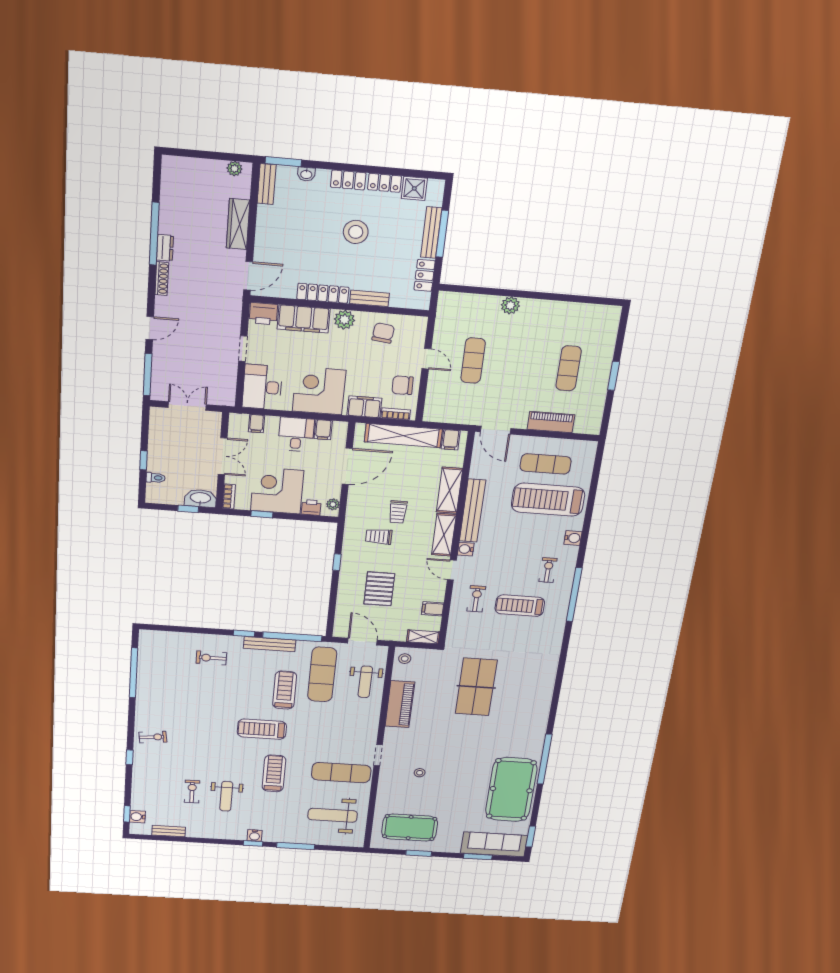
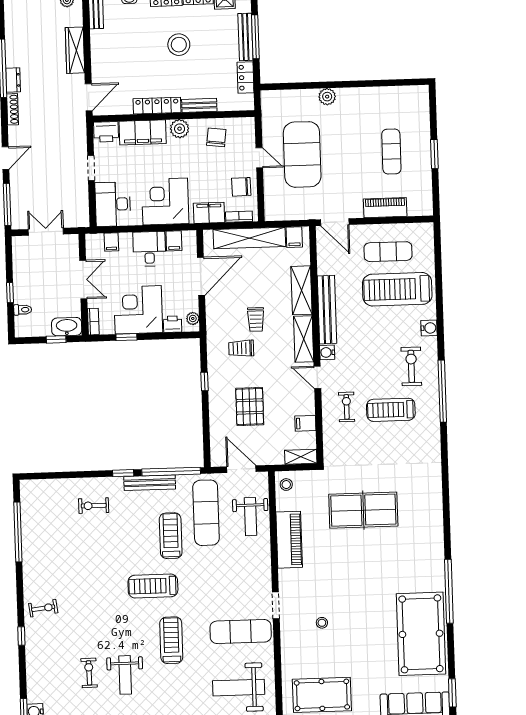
exercise mat: (473, 361) -> (302, 154), width x2.00, depth x1.45
exercise bike: (548, 570) -> (411, 366), width x1.38, depth x1.39
table tennis table: (476, 687) -> (363, 510), turned 90

